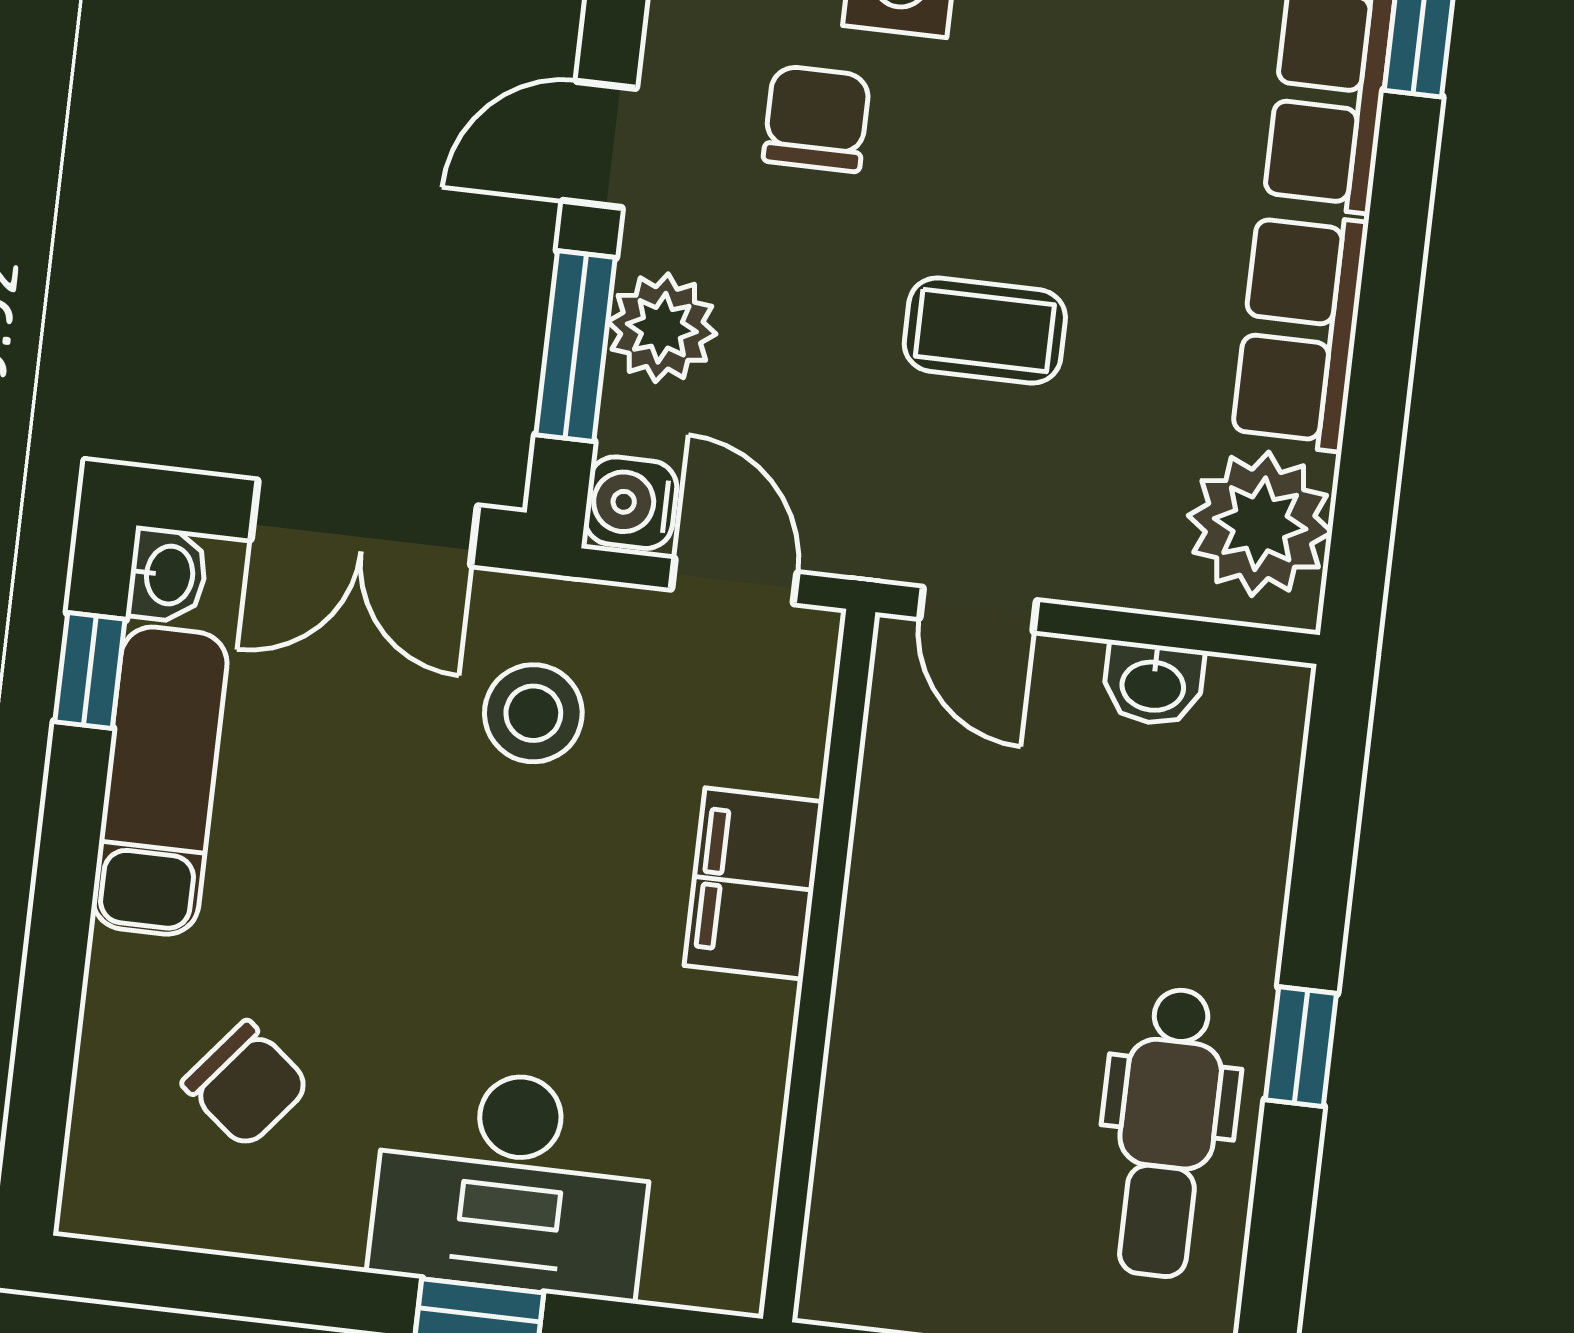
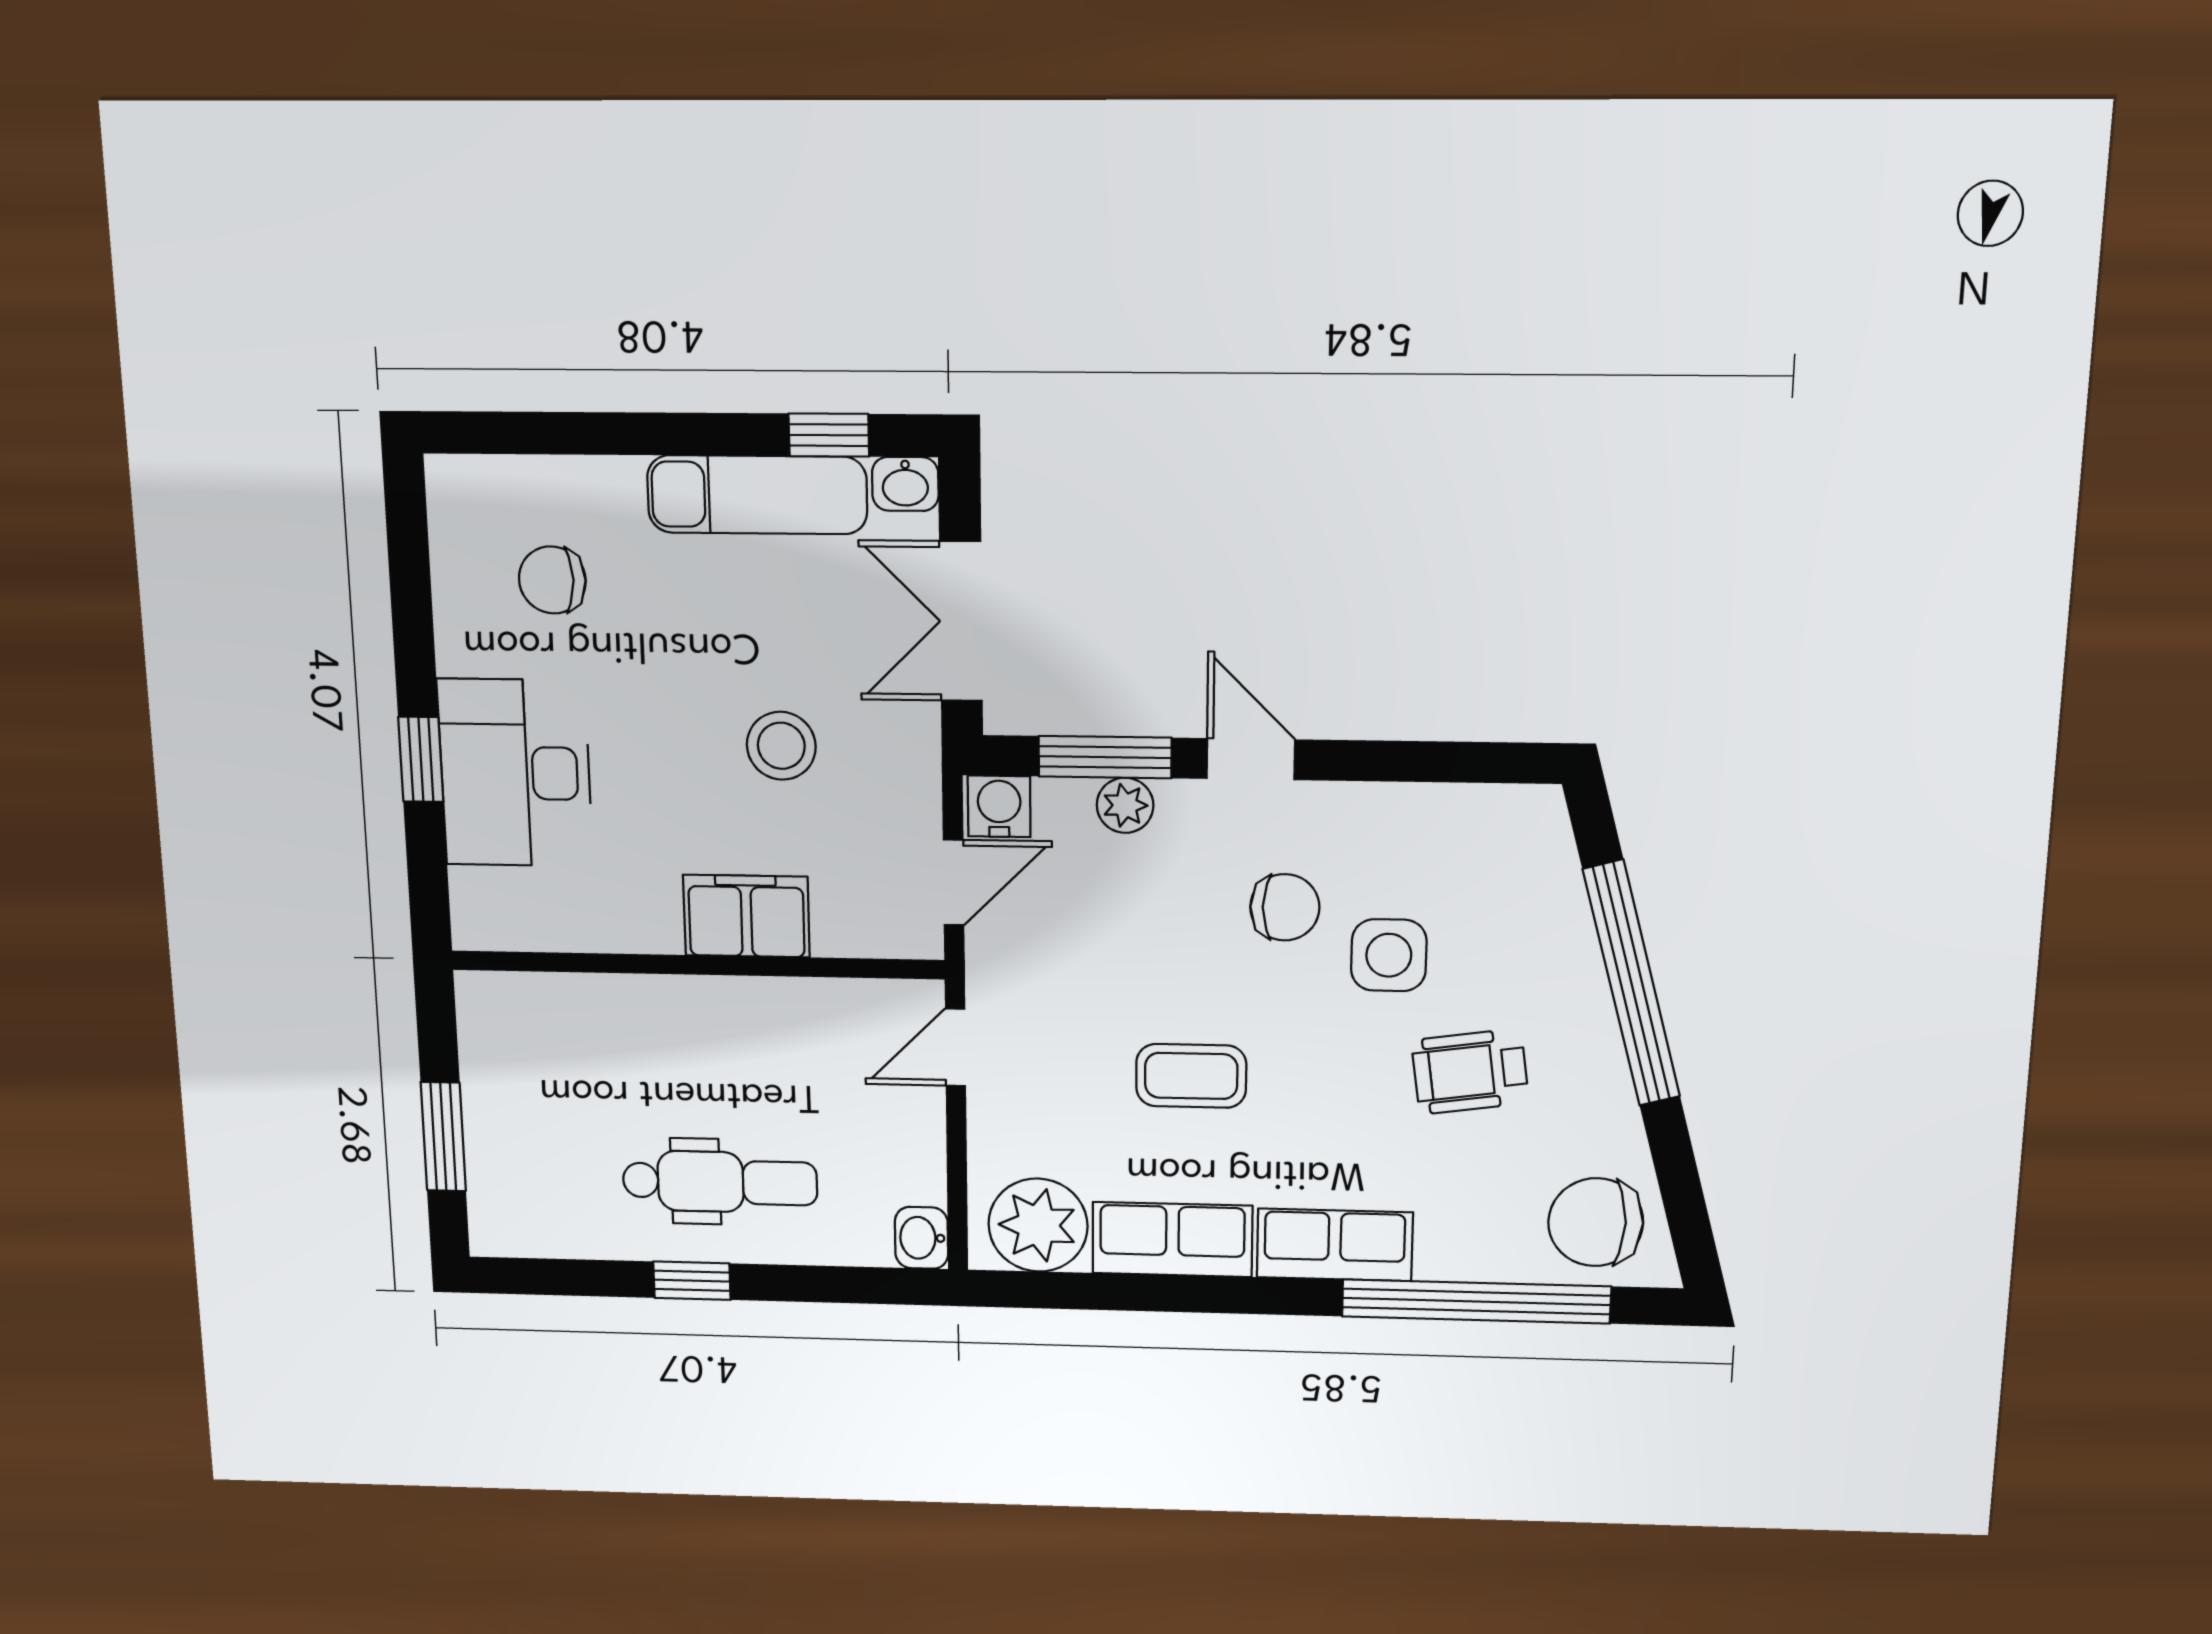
plant: (662, 328) -> (1125, 805), width x0.73, depth x0.73
coffee table: (985, 330) -> (1191, 1076), moved, turned 90
washbasin: (1153, 684) -> (922, 1238), moved
stool: (533, 713) -> (781, 746), moved
chair: (246, 1084) -> (552, 580), turned 51
dental chair: (1167, 1133) -> (720, 1182), moved, turned 180

